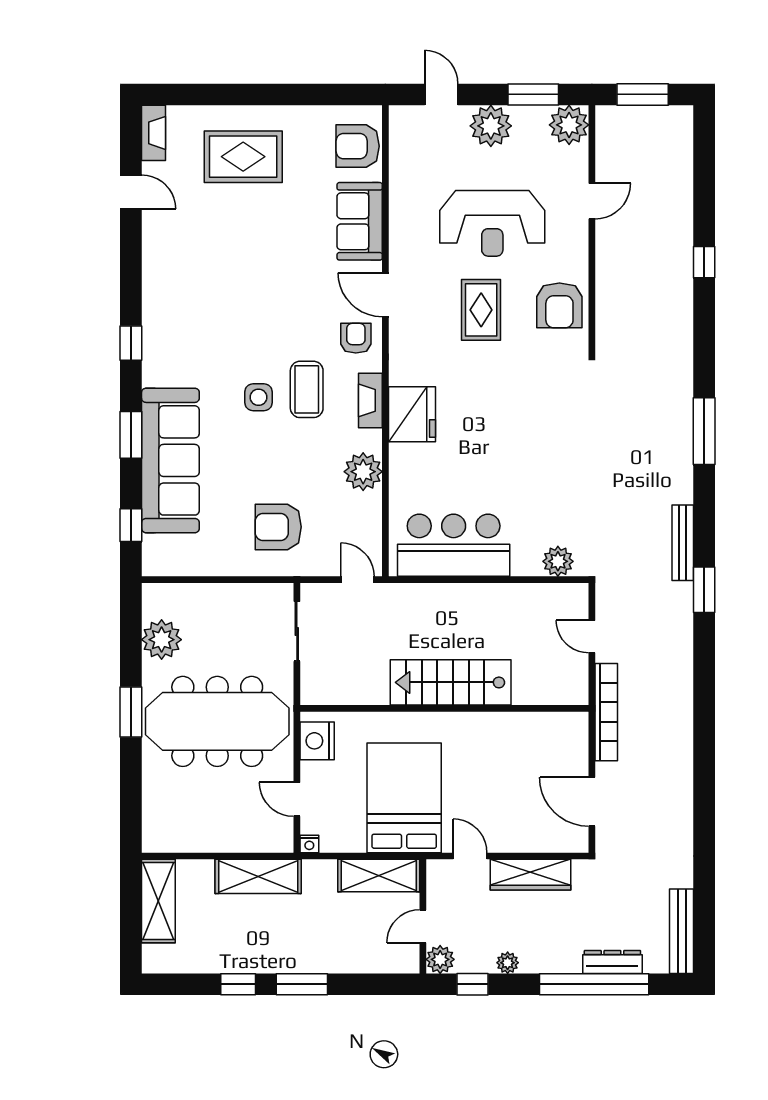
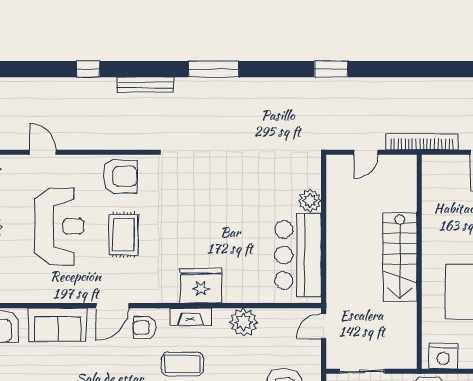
rug: (481, 310) -> (123, 235), turned 90
bench: (683, 543) -> (145, 85), moved
plant: (558, 561) -> (310, 201), moved

